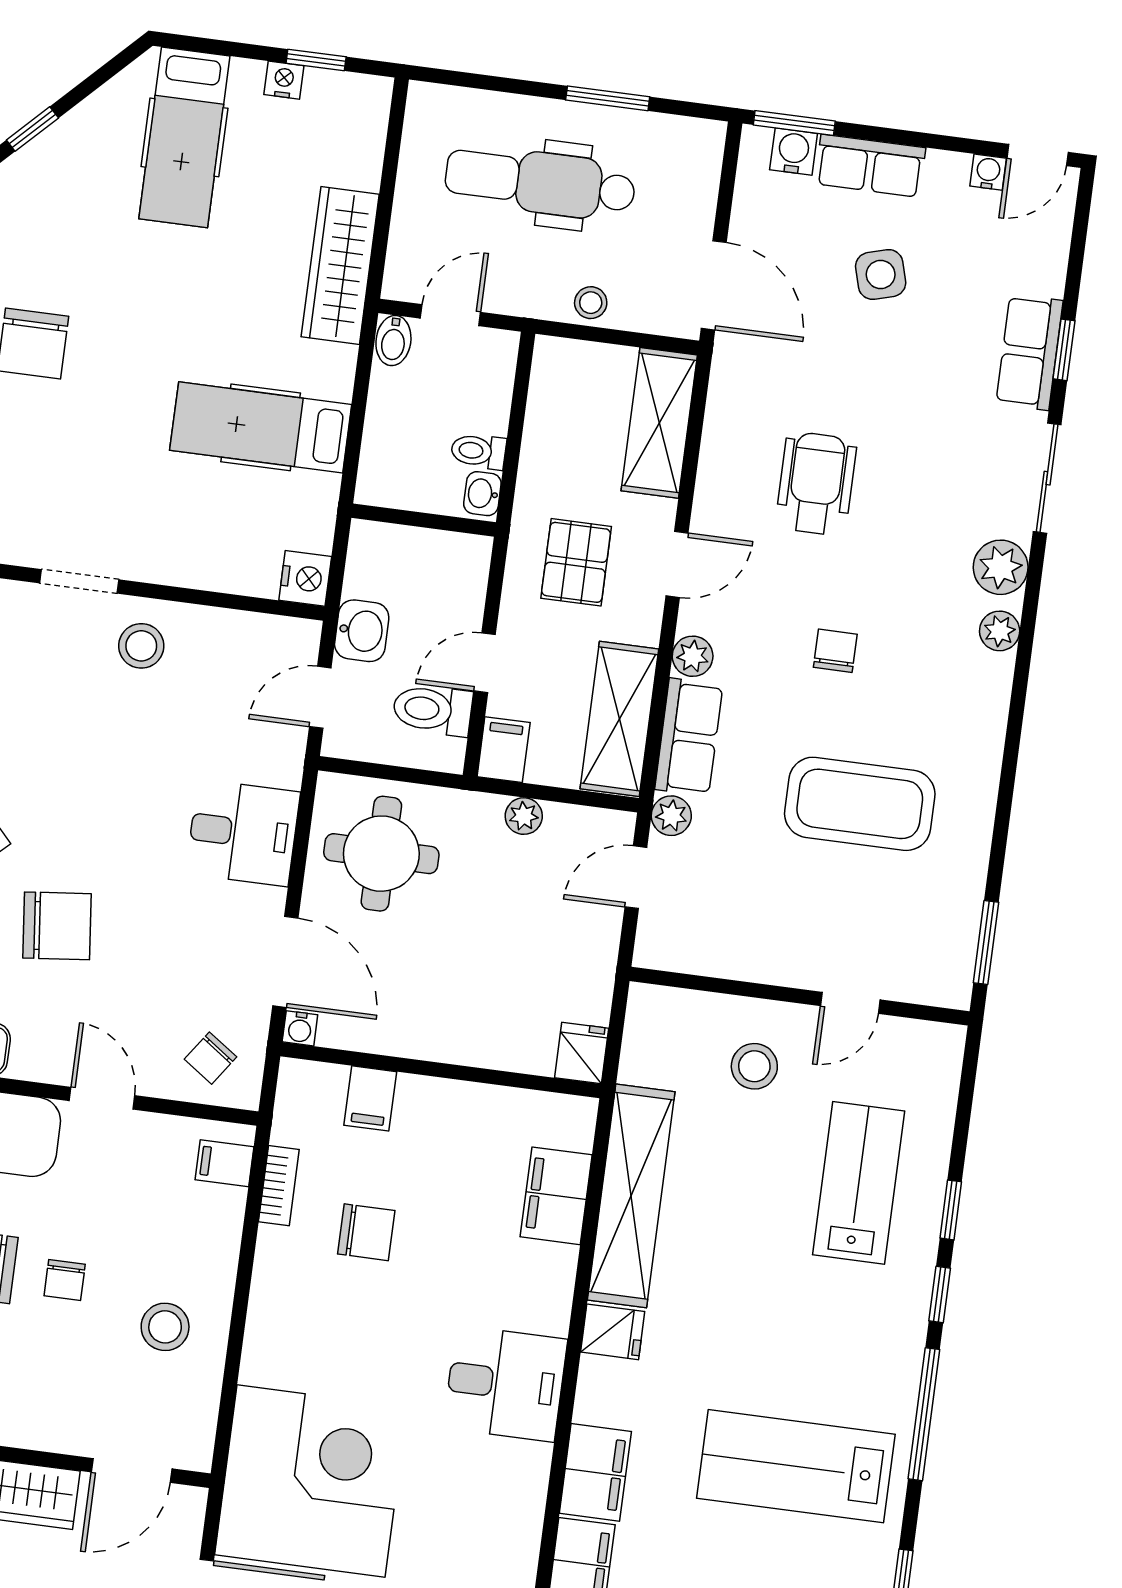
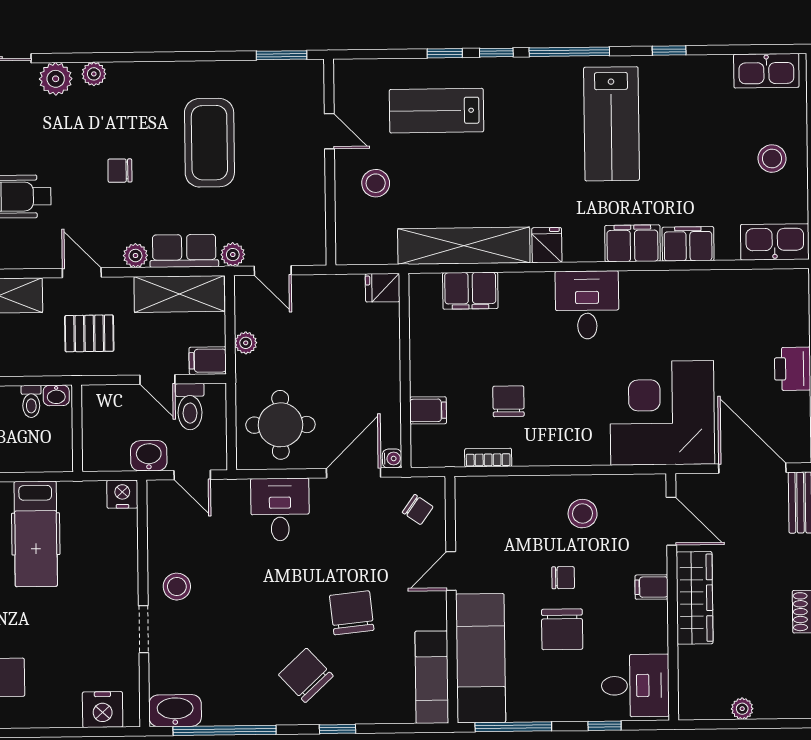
filing cabinet: (224, 1163) -> (651, 587), moved, turned 90

